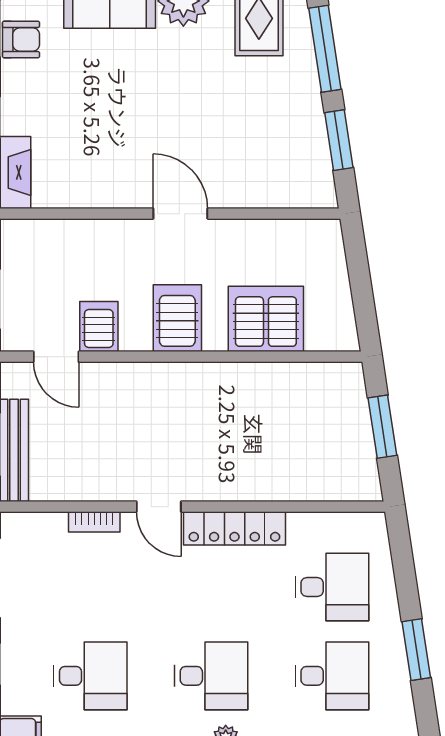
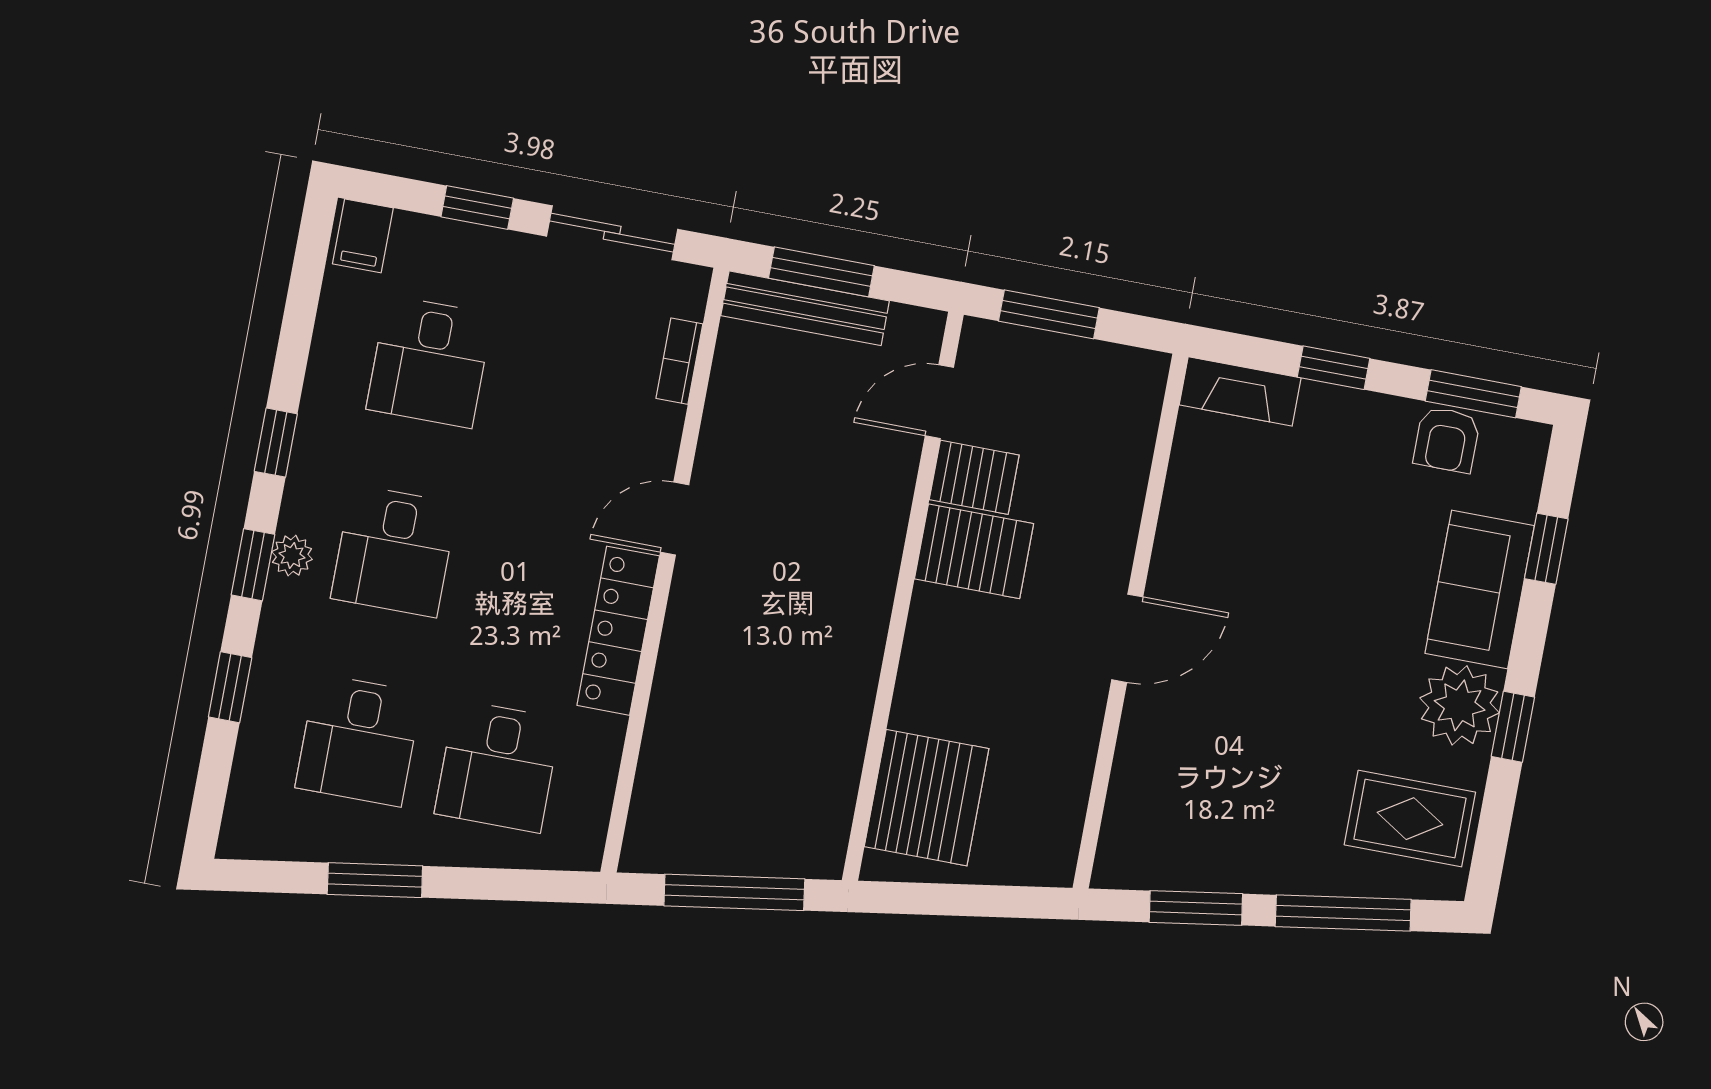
server rack: (177, 318) -> (974, 551), moved
server rack: (266, 319) -> (927, 798), moved
window: (382, 427) -> (734, 892), width x1.44
bookcase: (94, 522) -> (679, 361), moved

